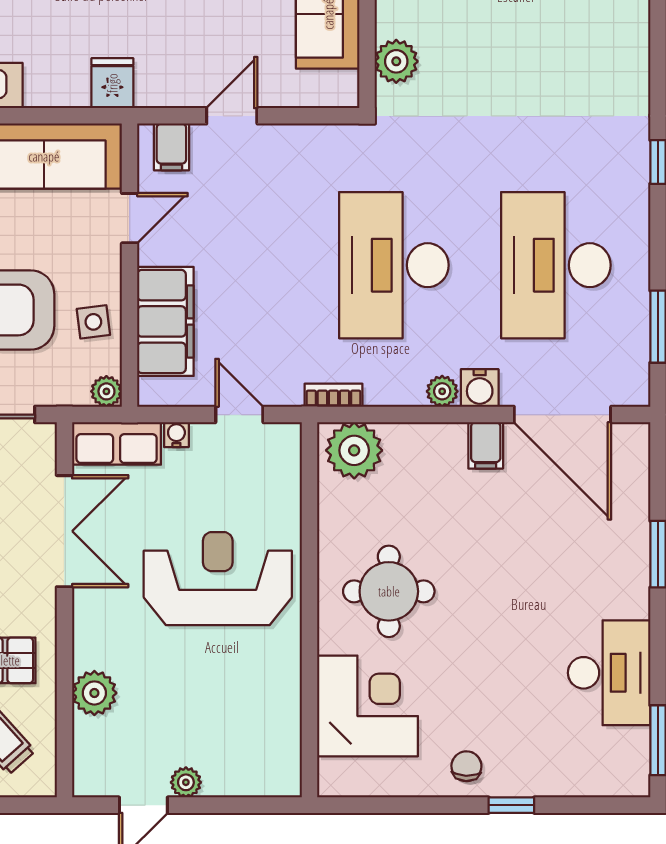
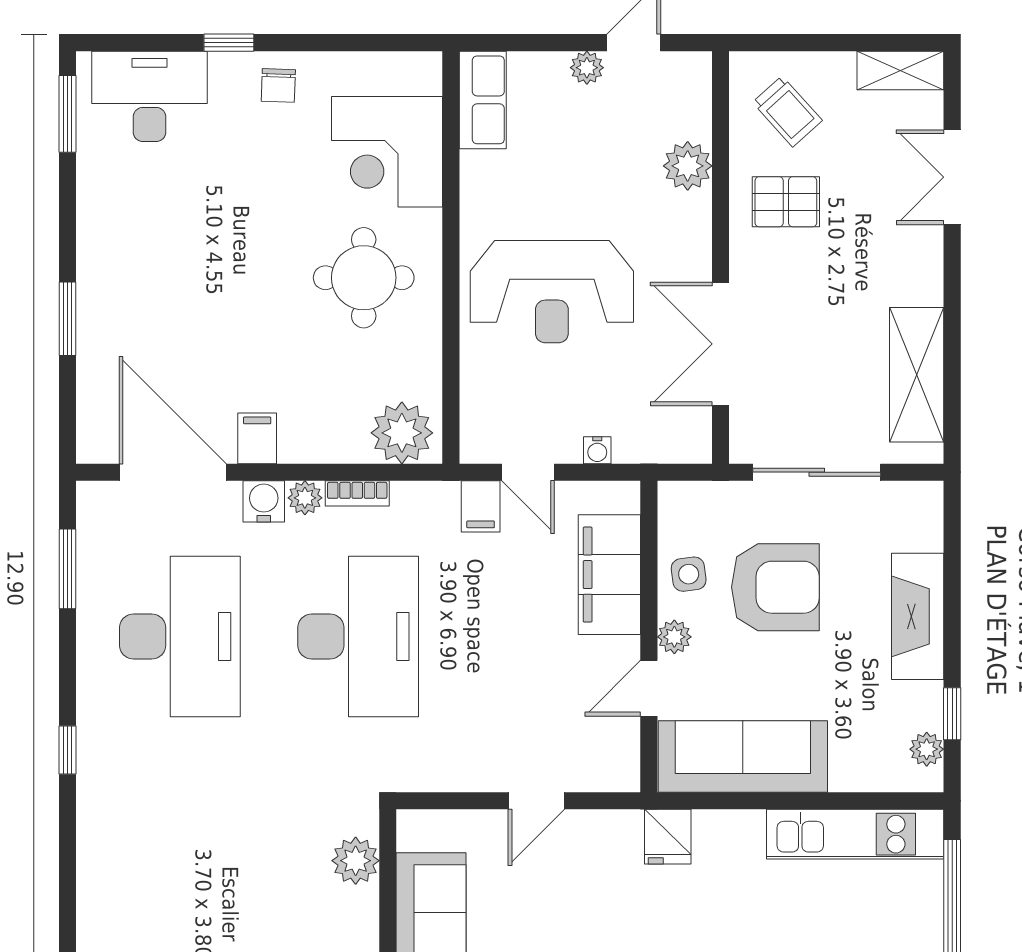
filing cabinet: (171, 147) -> (481, 506), moved, turned 180
plant: (106, 391) -> (674, 637), moved
bookcase: (333, 395) -> (357, 493), moved
row of seats: (117, 443) -> (483, 100), moved, turned 90
desk: (609, 673) -> (149, 96), moved, turned 90

